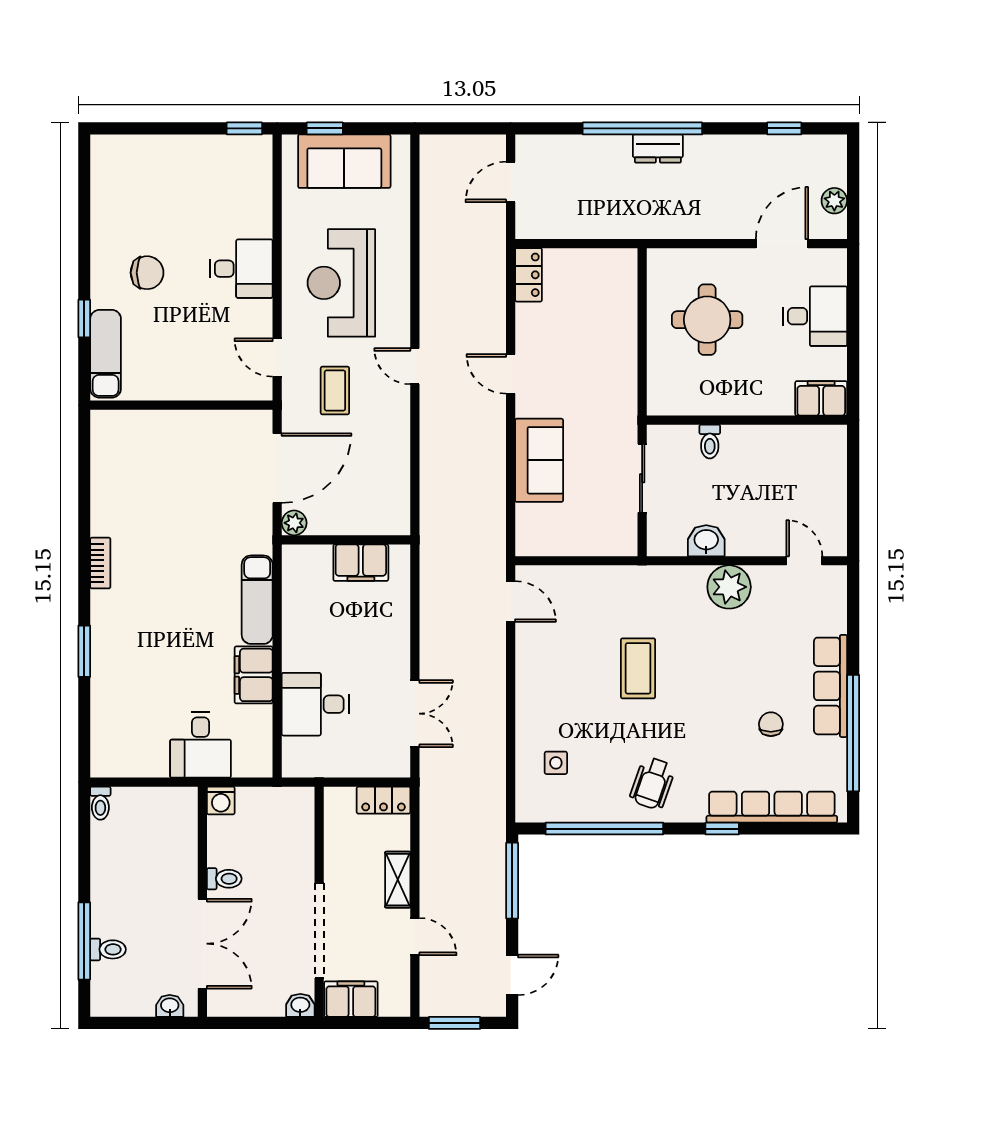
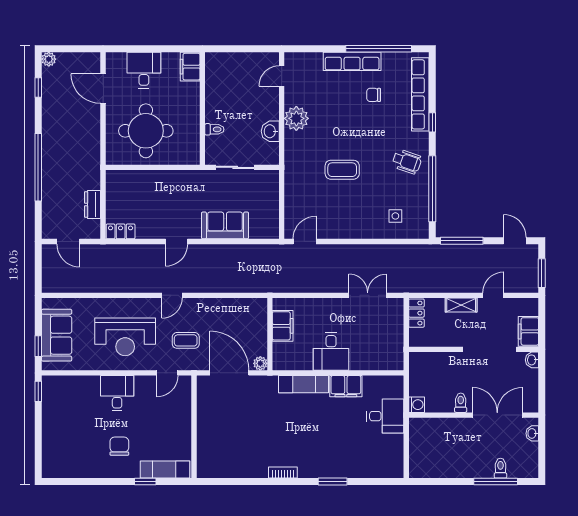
dresser: (658, 149) -> (93, 204), moved, turned 180
plant: (834, 201) -> (49, 59), moved
round table: (707, 320) -> (146, 131), width x1.36, depth x1.36
desk: (315, 704) -> (331, 351), moved
toilet: (100, 803) -> (418, 472), removed

